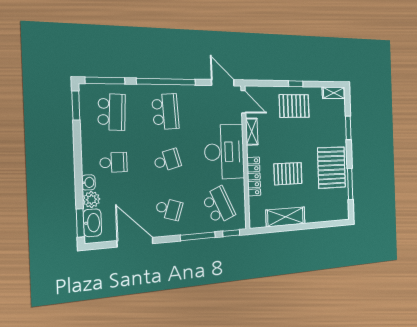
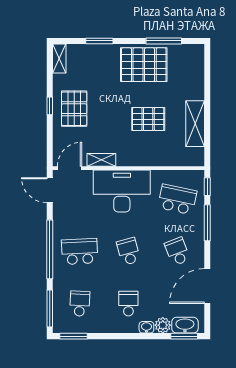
door: (223, 83) -> (50, 190), hinge flipped
school desk: (112, 112) -> (80, 304), width x0.54
pallet: (288, 174) -> (148, 119), turned 90
locker: (254, 176) -> (149, 159), removed
school desk: (219, 205) -> (177, 199), turned 36
school desk: (169, 209) -> (177, 251), turned -39

